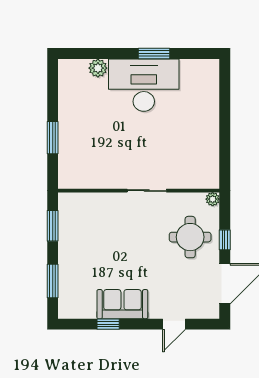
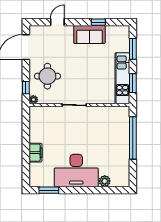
window: (154, 54) -> (49, 190), moved
filing cabinet: (209, 114) -> (35, 153), added
window: (53, 138) -> (133, 138), width x2.11
kitchen unit: (69, 234) -> (122, 78), added
window: (225, 240) -> (26, 88), moved

